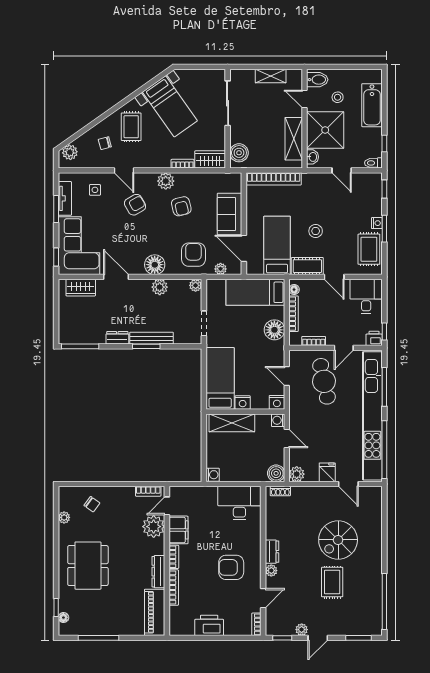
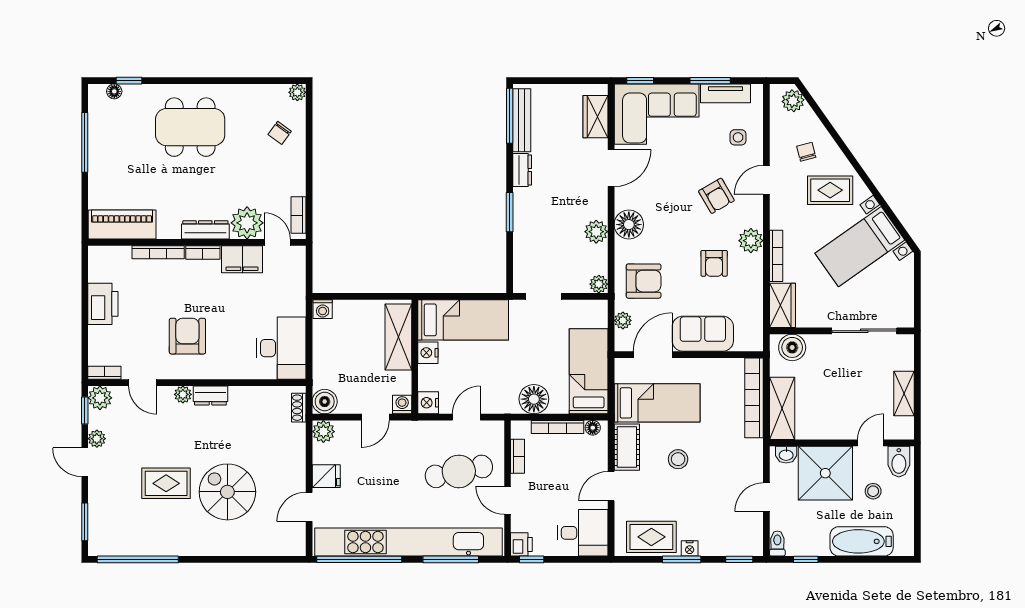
shelving: (294, 139) -> (782, 408), moved, turned 90
bookcase: (183, 164) -> (776, 256), width x1.56
armchair: (181, 206) -> (714, 263), turned -76
bench: (152, 338) -> (522, 120), moved
plant: (64, 517) -> (297, 92), moved
dresser: (158, 572) -> (205, 230), moved
plant: (274, 627) -> (100, 398), added

